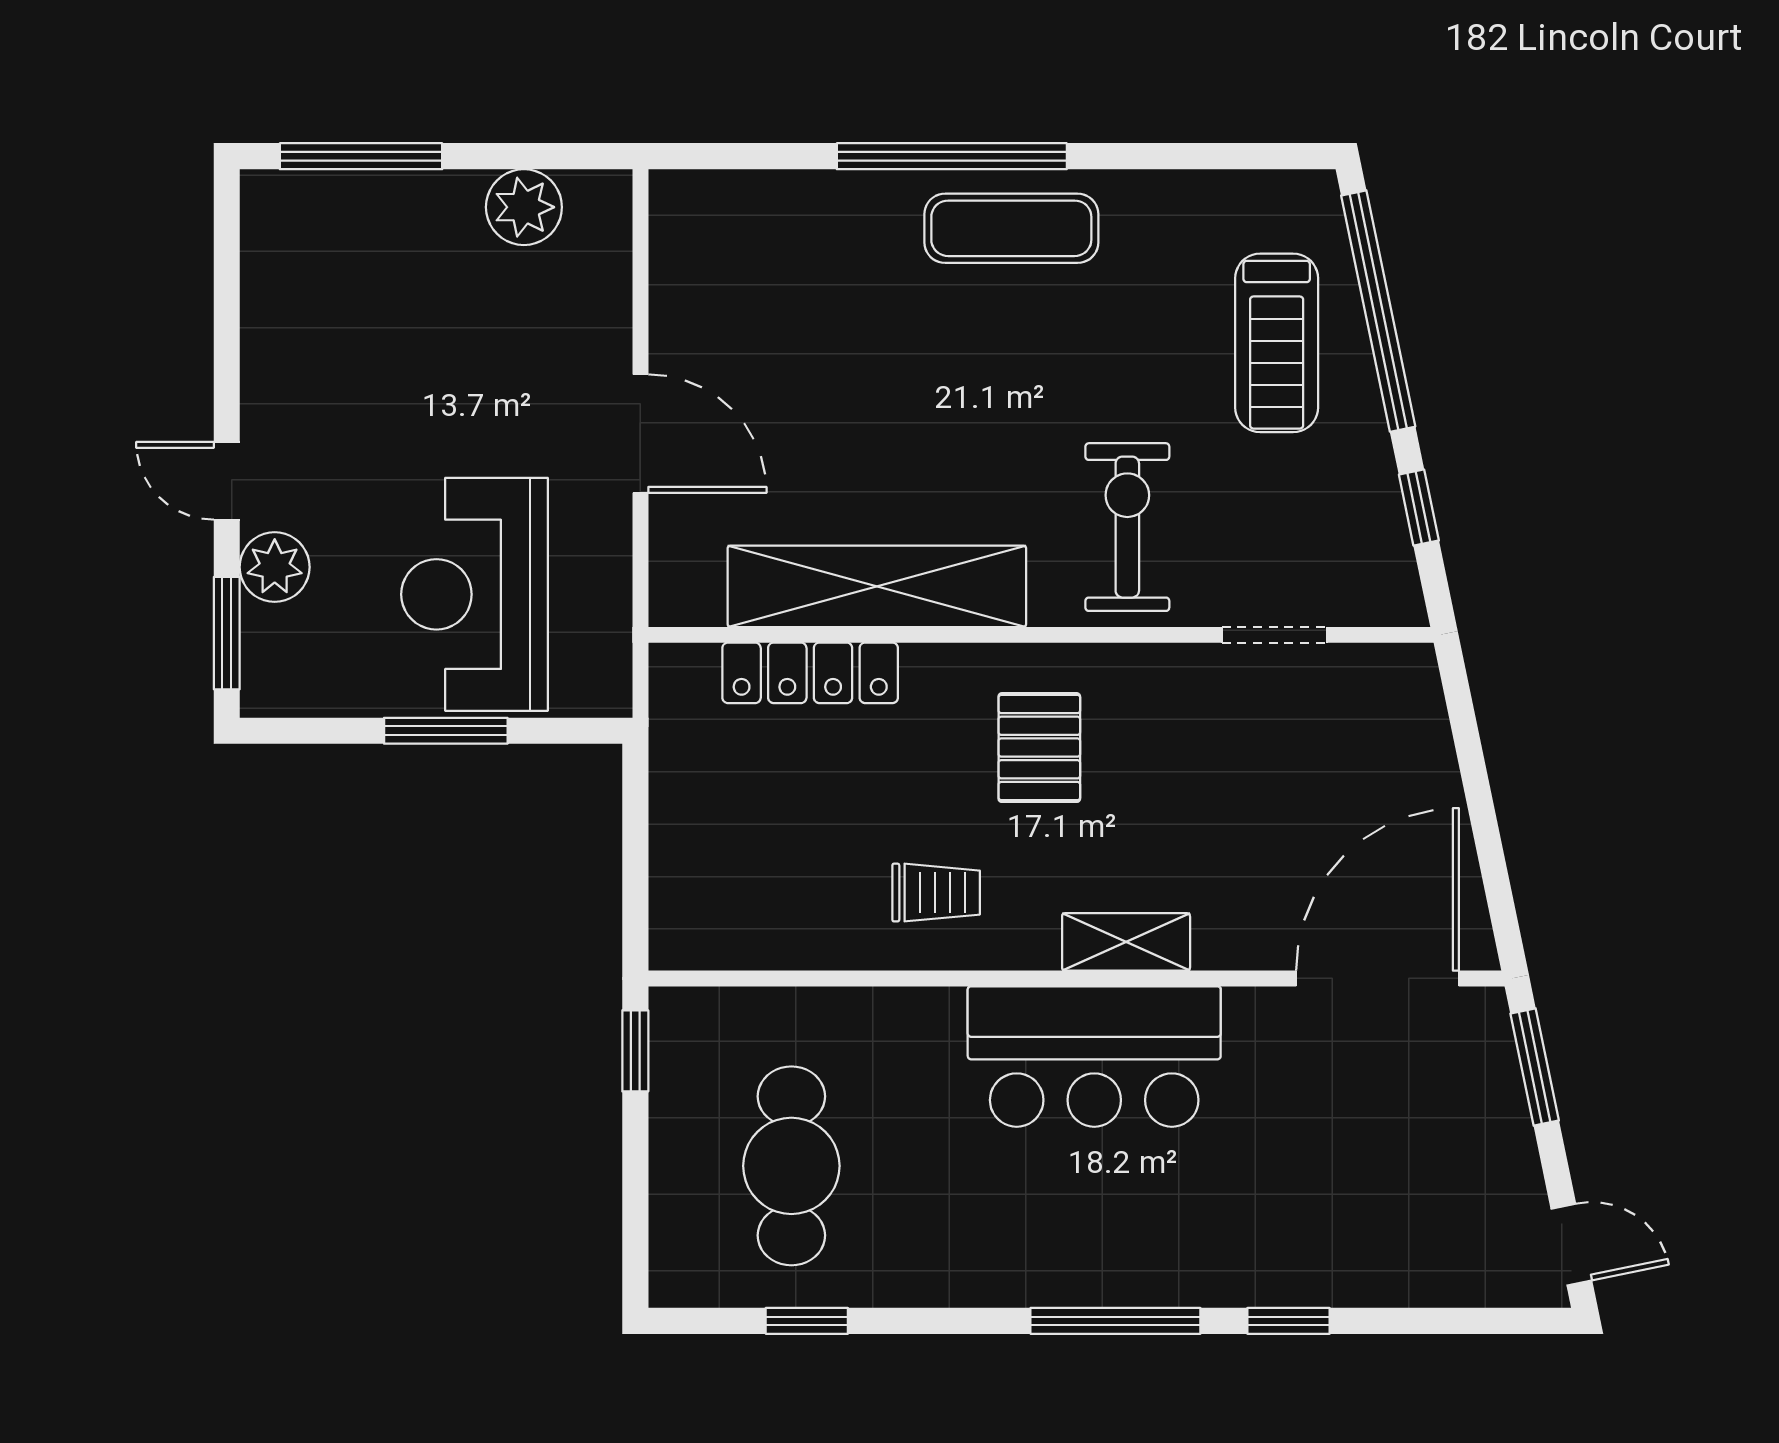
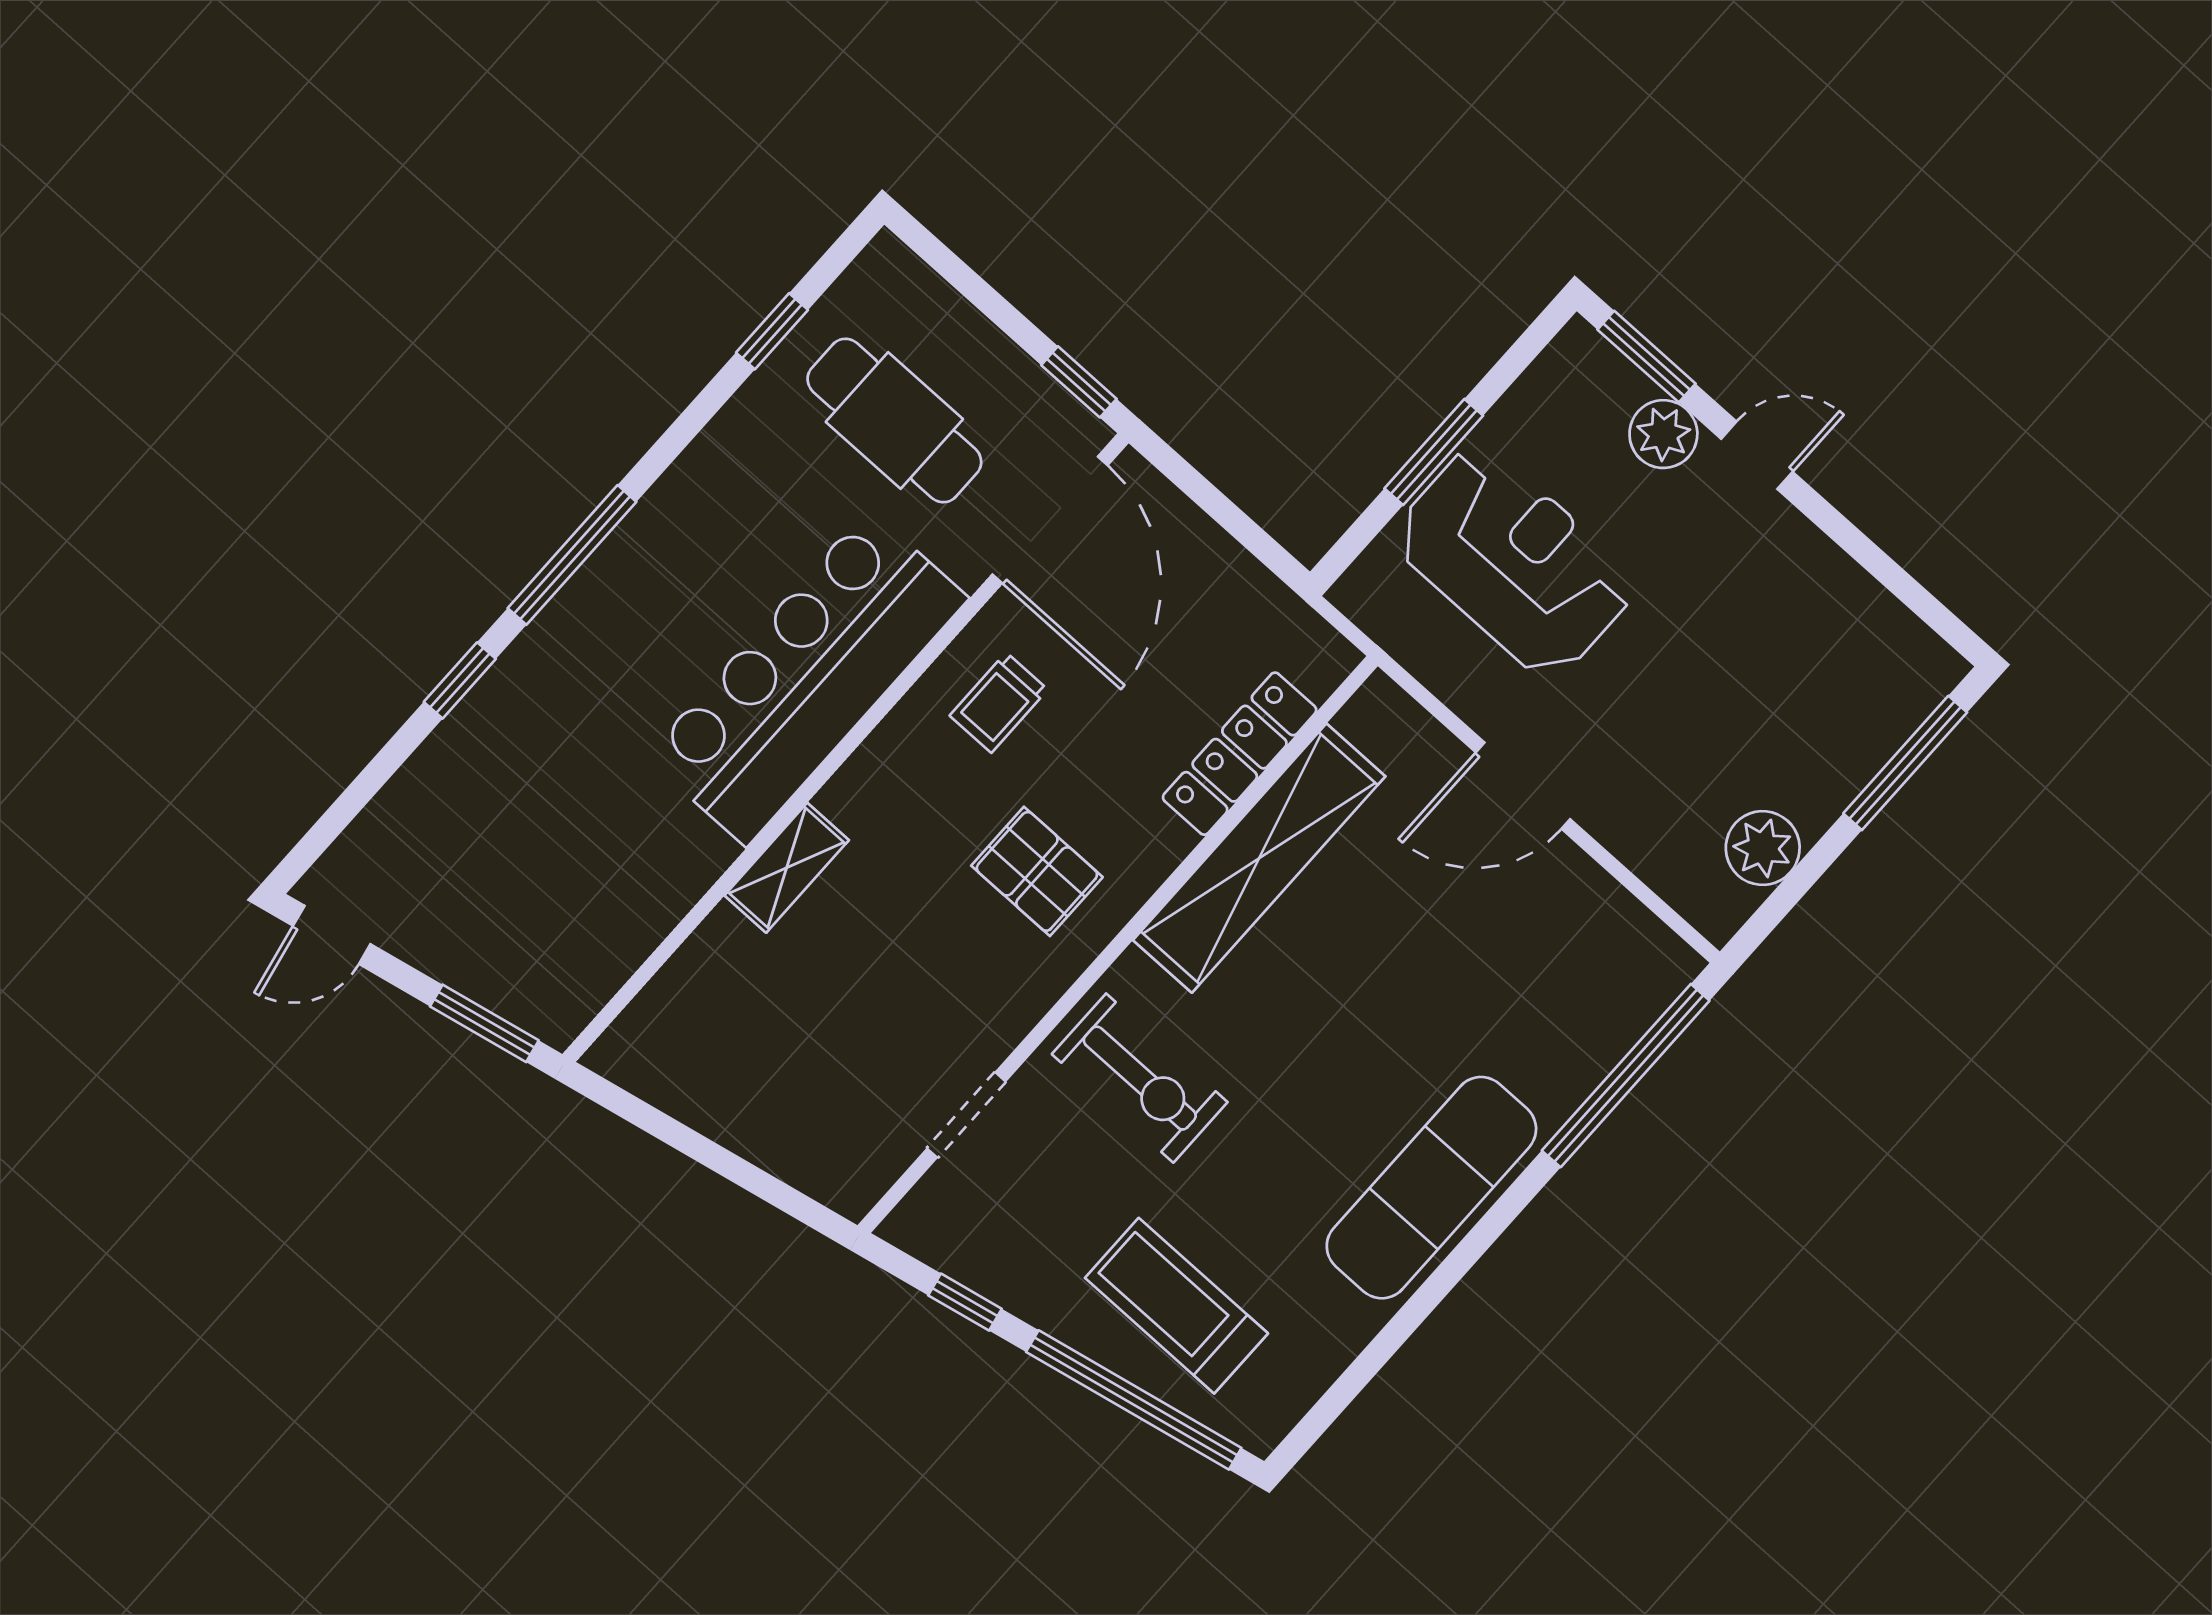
window: (952, 156) -> (1626, 1076), moved
exercise mat: (1011, 228) -> (1431, 1188), width x1.36, depth x1.45
shelving: (1126, 942) -> (787, 868), moved
door: (1377, 978) -> (1050, 520), moved
bar counter: (1094, 1057) -> (807, 678), width x1.36

